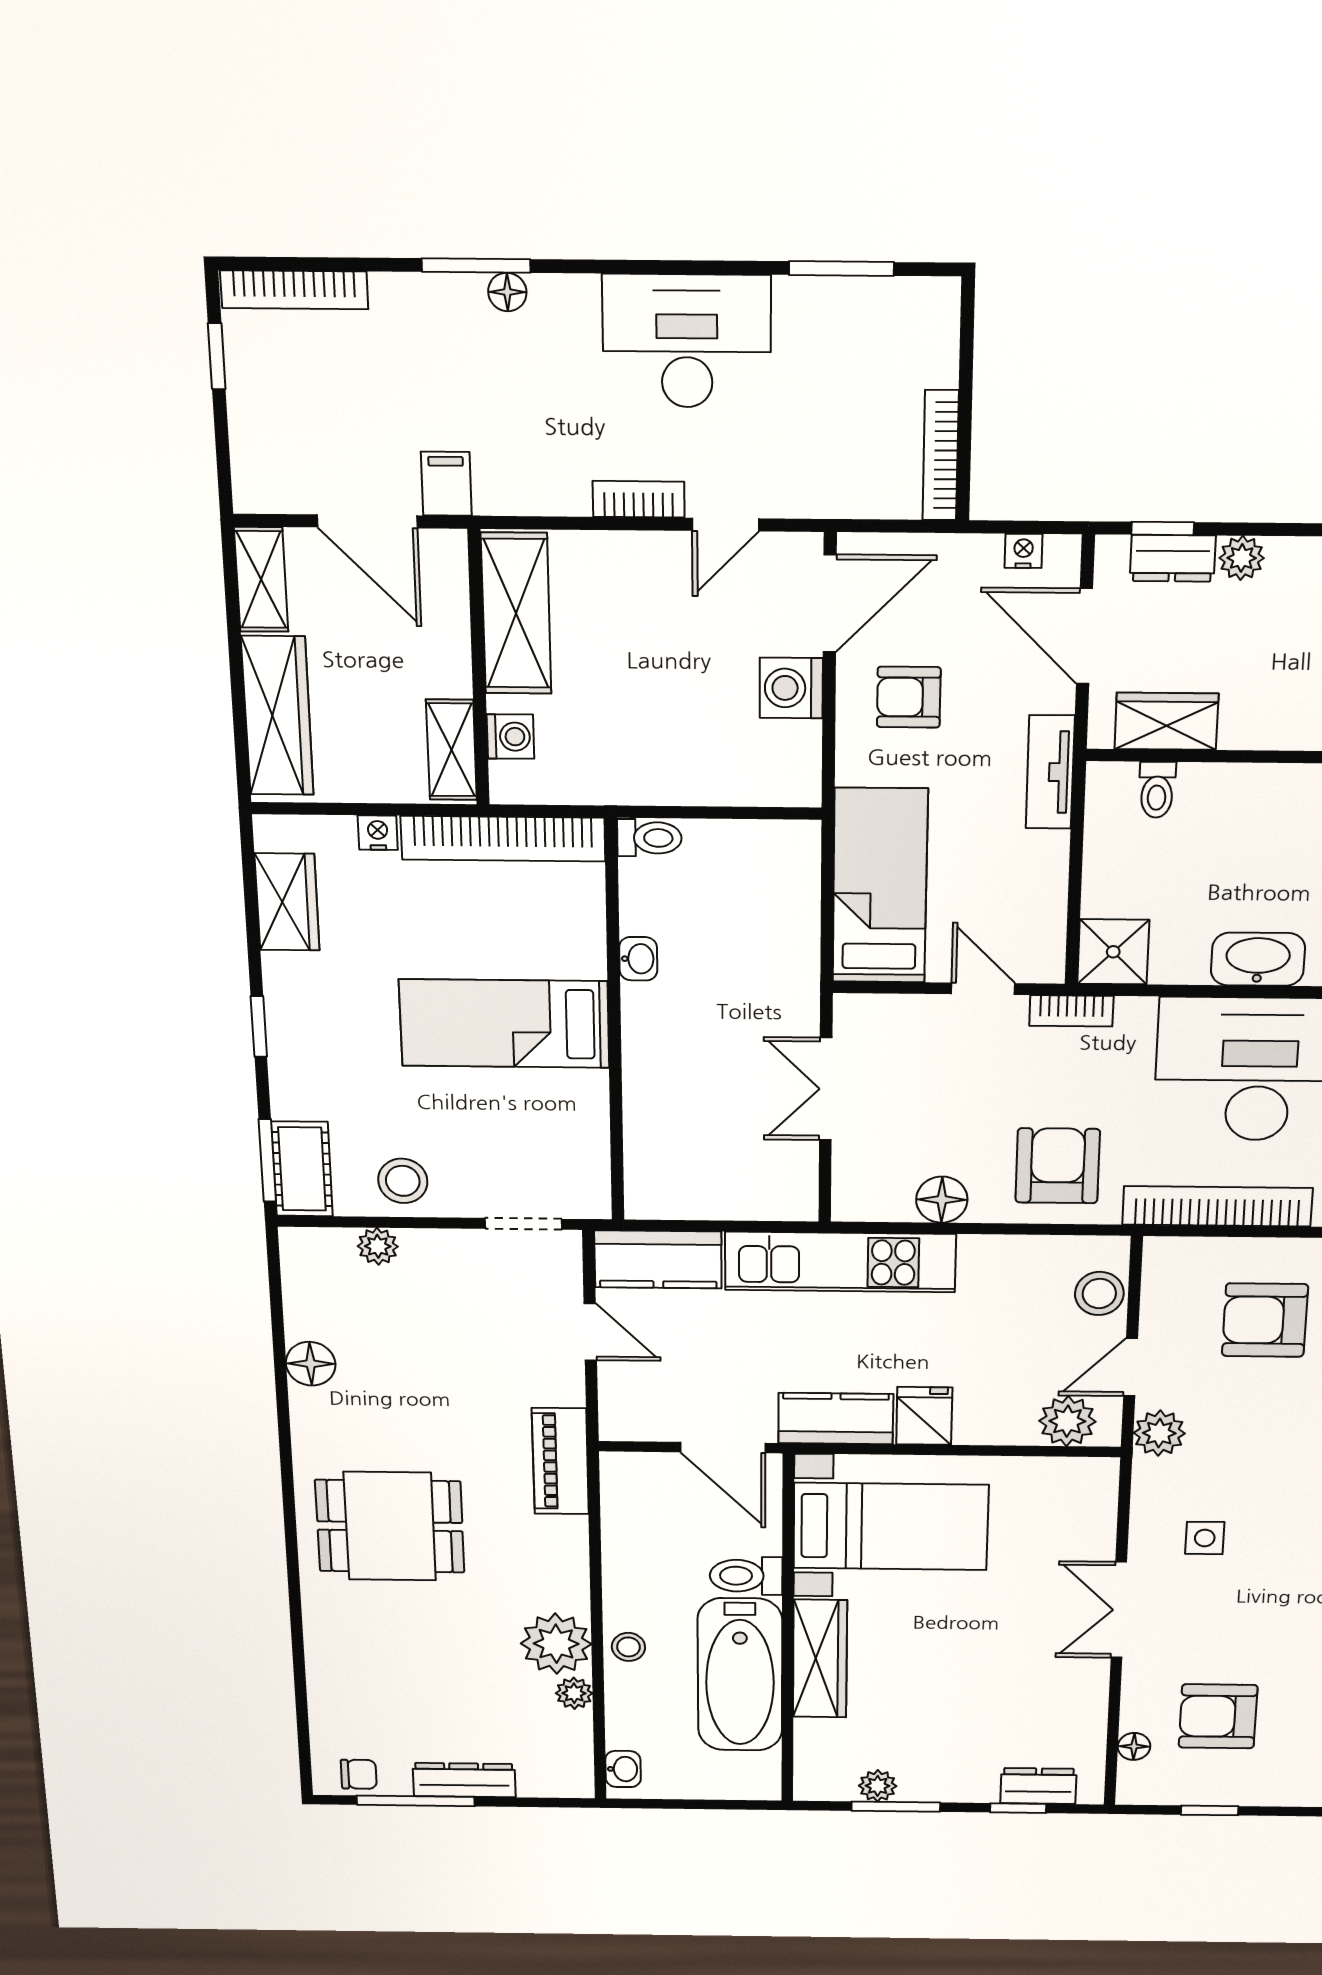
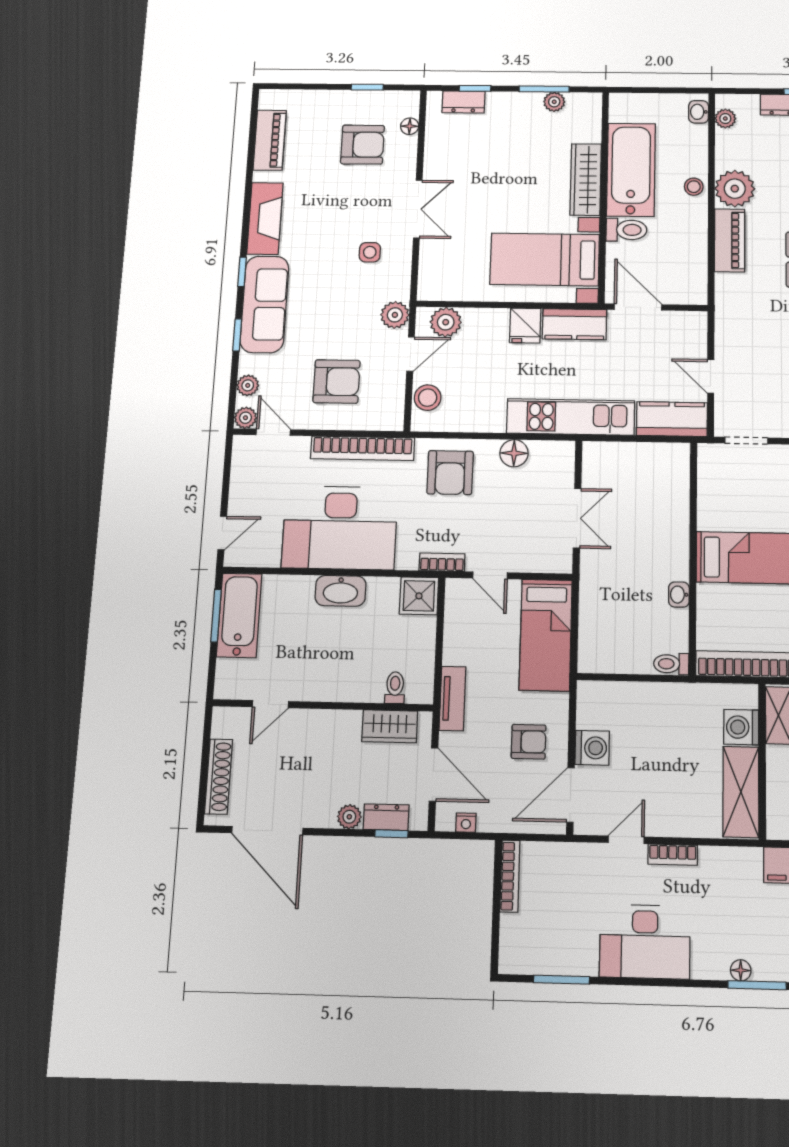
washing machine: (510, 737) -> (741, 727), width x1.38, depth x1.38
piano: (560, 1461) -> (730, 240), moved
plant: (574, 1693) -> (725, 119), moved

